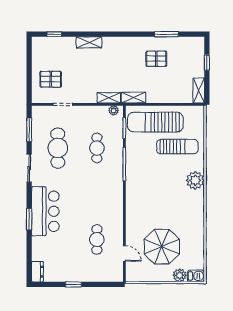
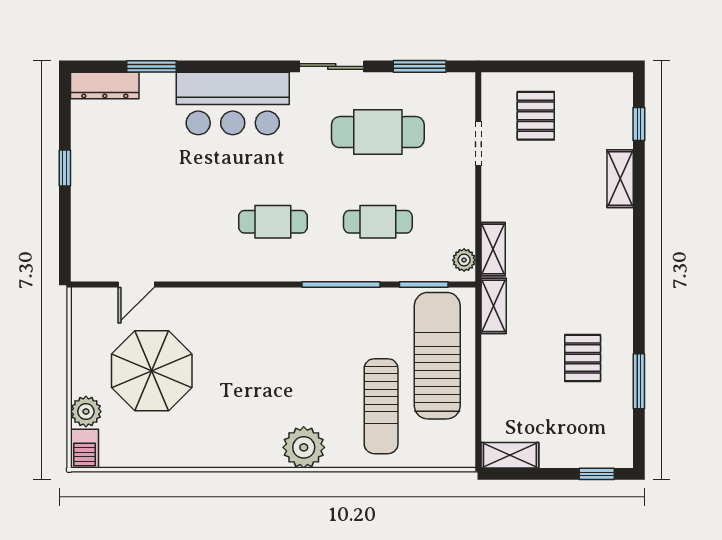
shelving: (89, 42) -> (620, 179), moved
window: (207, 63) -> (597, 474), moved
window: (29, 219) -> (152, 66), moved
cafe table: (97, 239) -> (273, 222), moved
dresser: (37, 272) -> (105, 86), width x1.44

